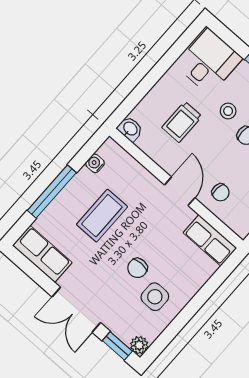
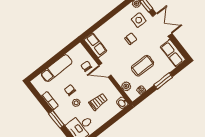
plant: (128, 165) -> (126, 86), added
door: (180, 191) -> (105, 70), hinge flipped
window: (52, 192) -> (163, 81), width x0.69
side table: (155, 297) -> (139, 20), moved

